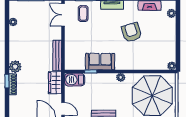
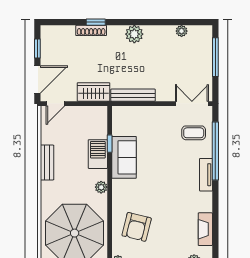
armchair: (132, 32) -> (137, 227), moved, turned 121
plant: (15, 67) -> (134, 34), moved
barbecue: (75, 80) -> (98, 154), moved

